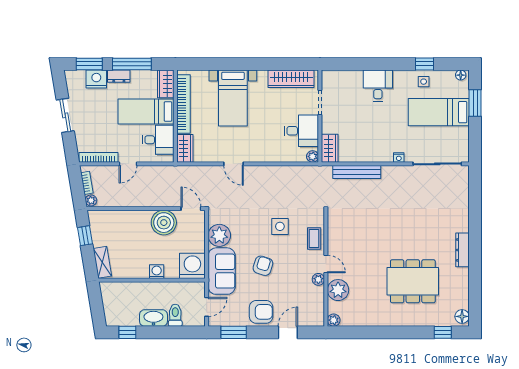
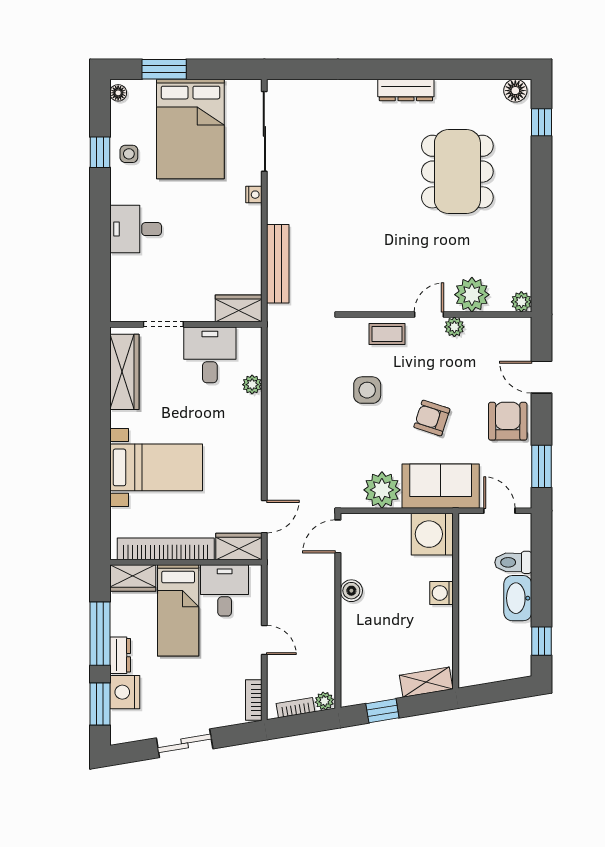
bed: (439, 112) -> (190, 129), width x1.50
plant: (313, 156) -> (252, 385), moved
bookcase: (99, 157) -> (254, 700), width x0.64
door: (234, 164) -> (264, 517), moved
boiler: (164, 223) -> (351, 591), width x0.54, depth x0.54

